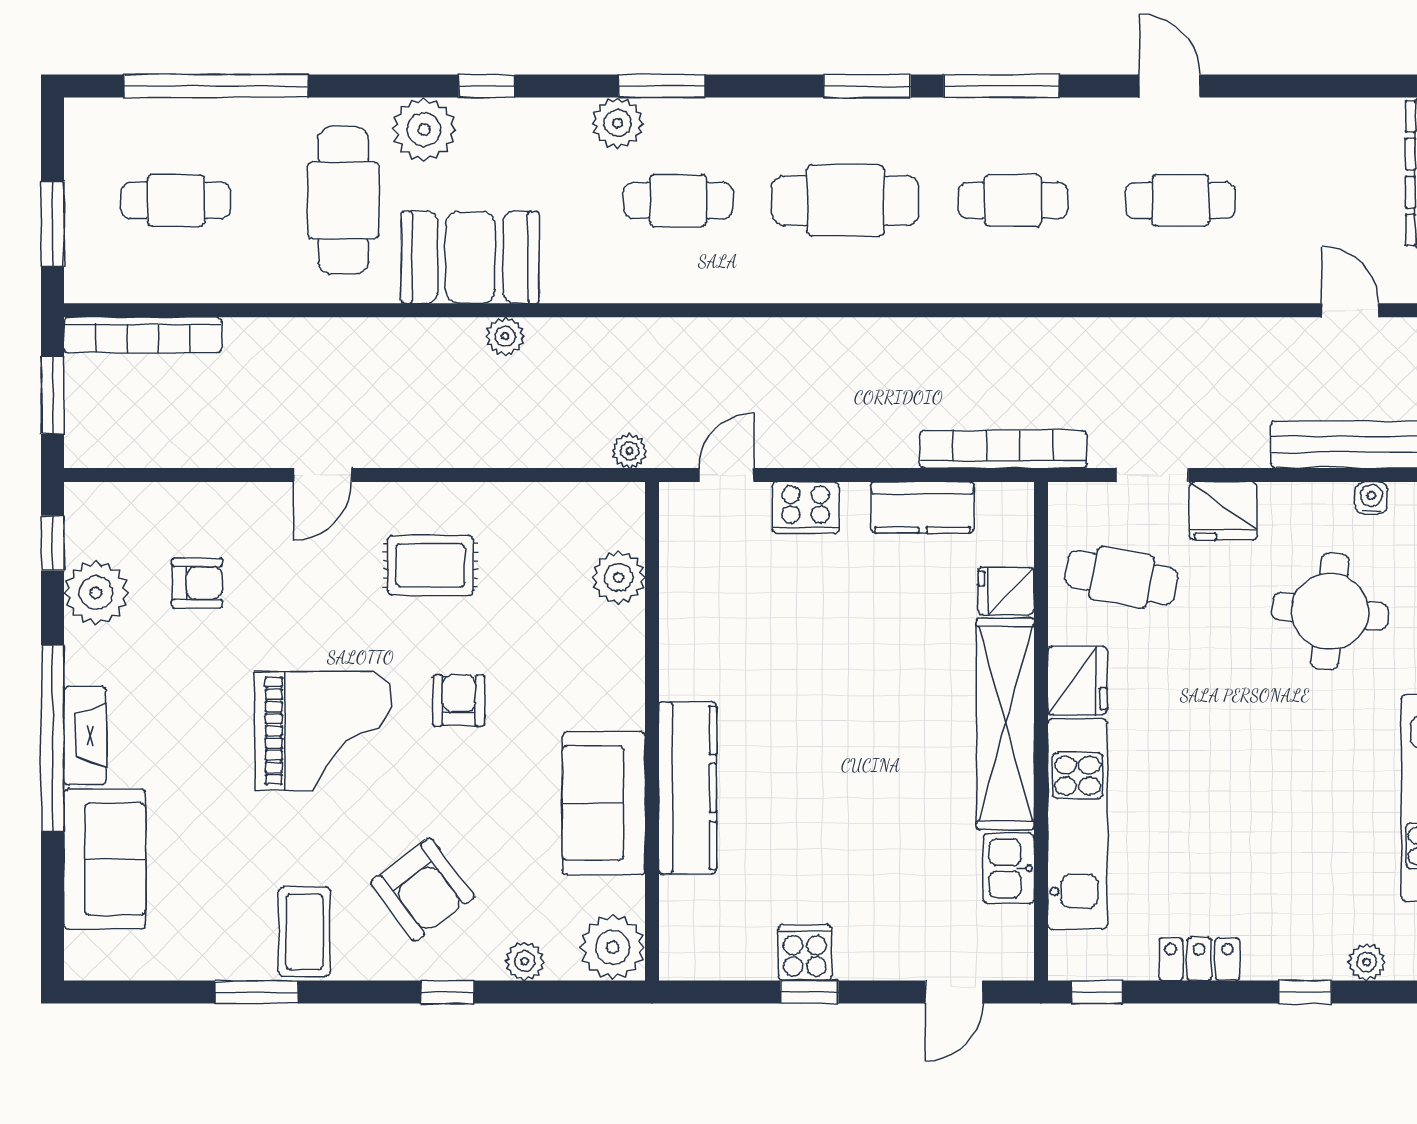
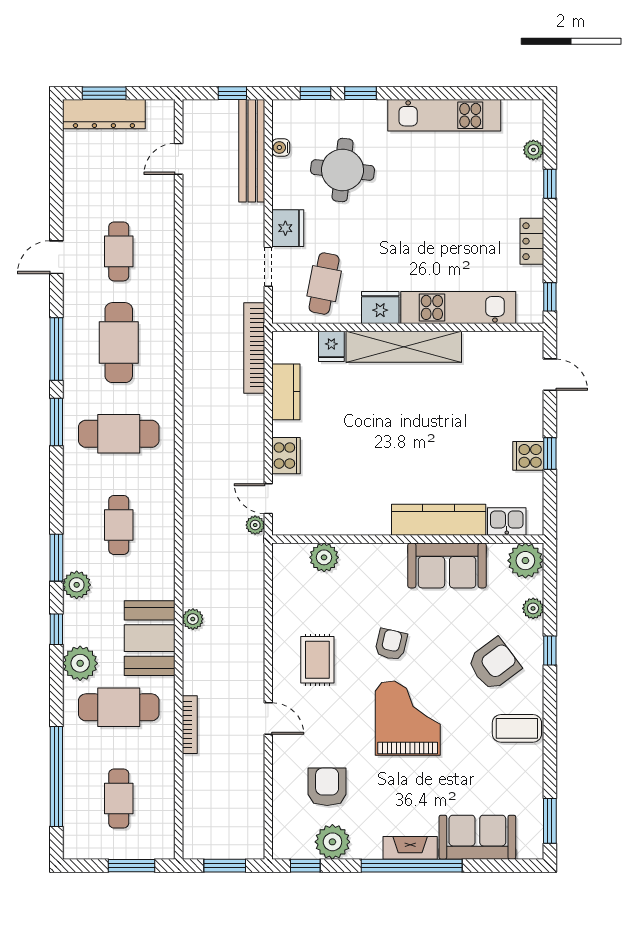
window: (662, 86) -> (56, 558), moved
plant: (618, 123) -> (77, 585), moved
cafe table: (846, 200) -> (119, 434), turned 90
cafe table: (1013, 200) -> (119, 343), width x1.37, depth x1.35
bookcase: (143, 335) -> (190, 725), moved, width x0.68, depth x0.76
plant: (630, 451) -> (255, 525), moved
armchair: (197, 583) -> (327, 787), width x1.38, depth x1.38
armchair: (459, 700) -> (391, 644), turned 103
kitchen sink: (1009, 868) -> (507, 521), moved, turned 180
window: (257, 992) -> (550, 821), moved

